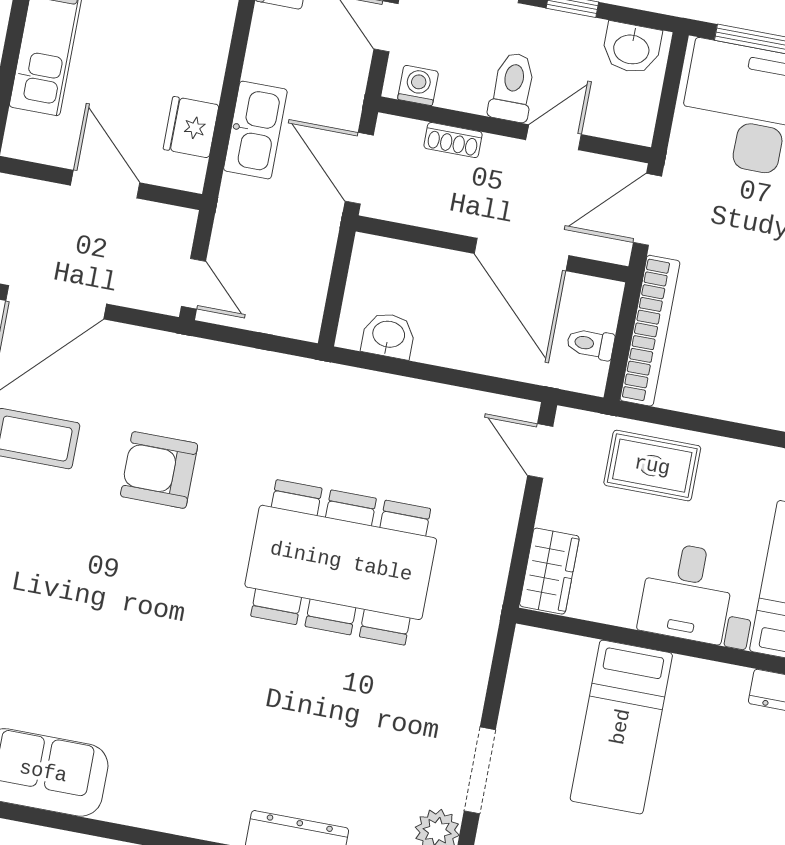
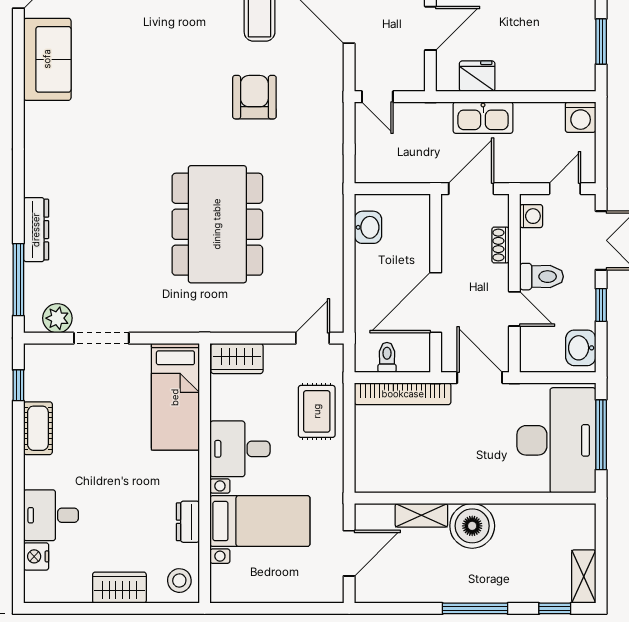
door: (193, 284) -> (377, 97), hinge flipped
bed: (621, 727) -> (175, 397), moved, turned -90

